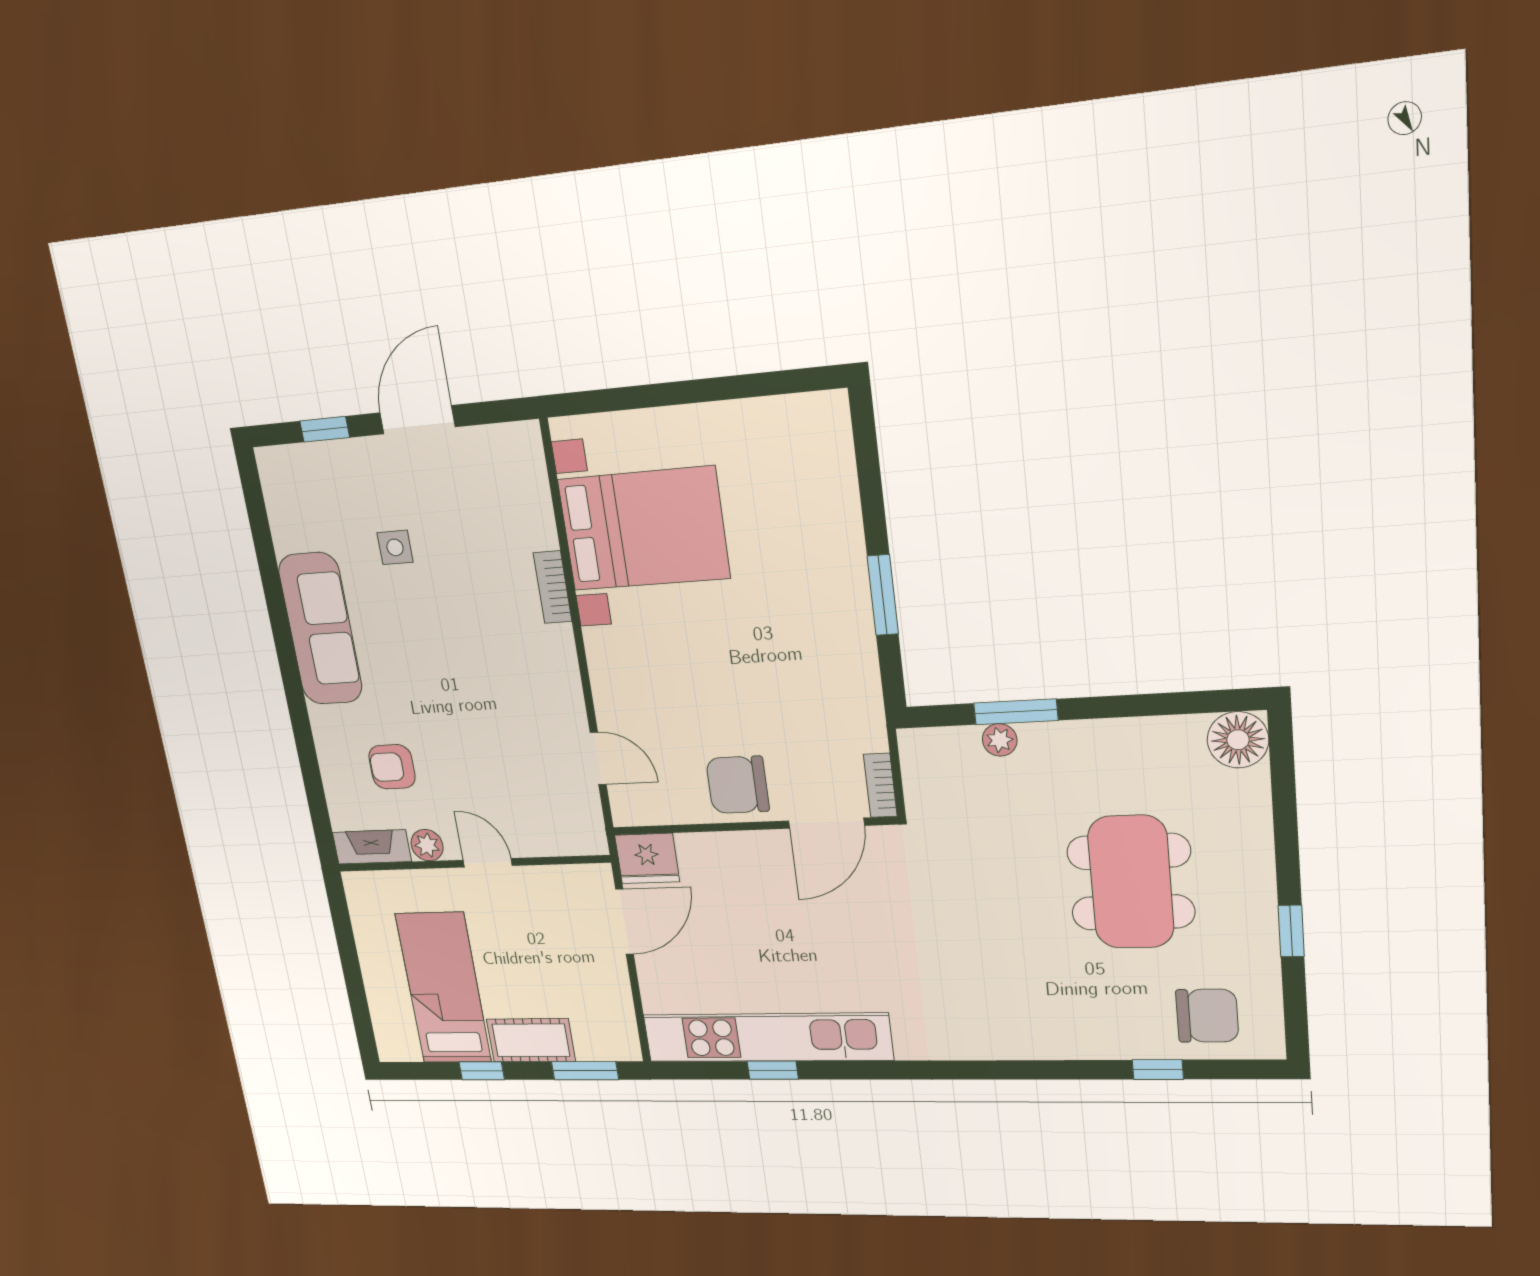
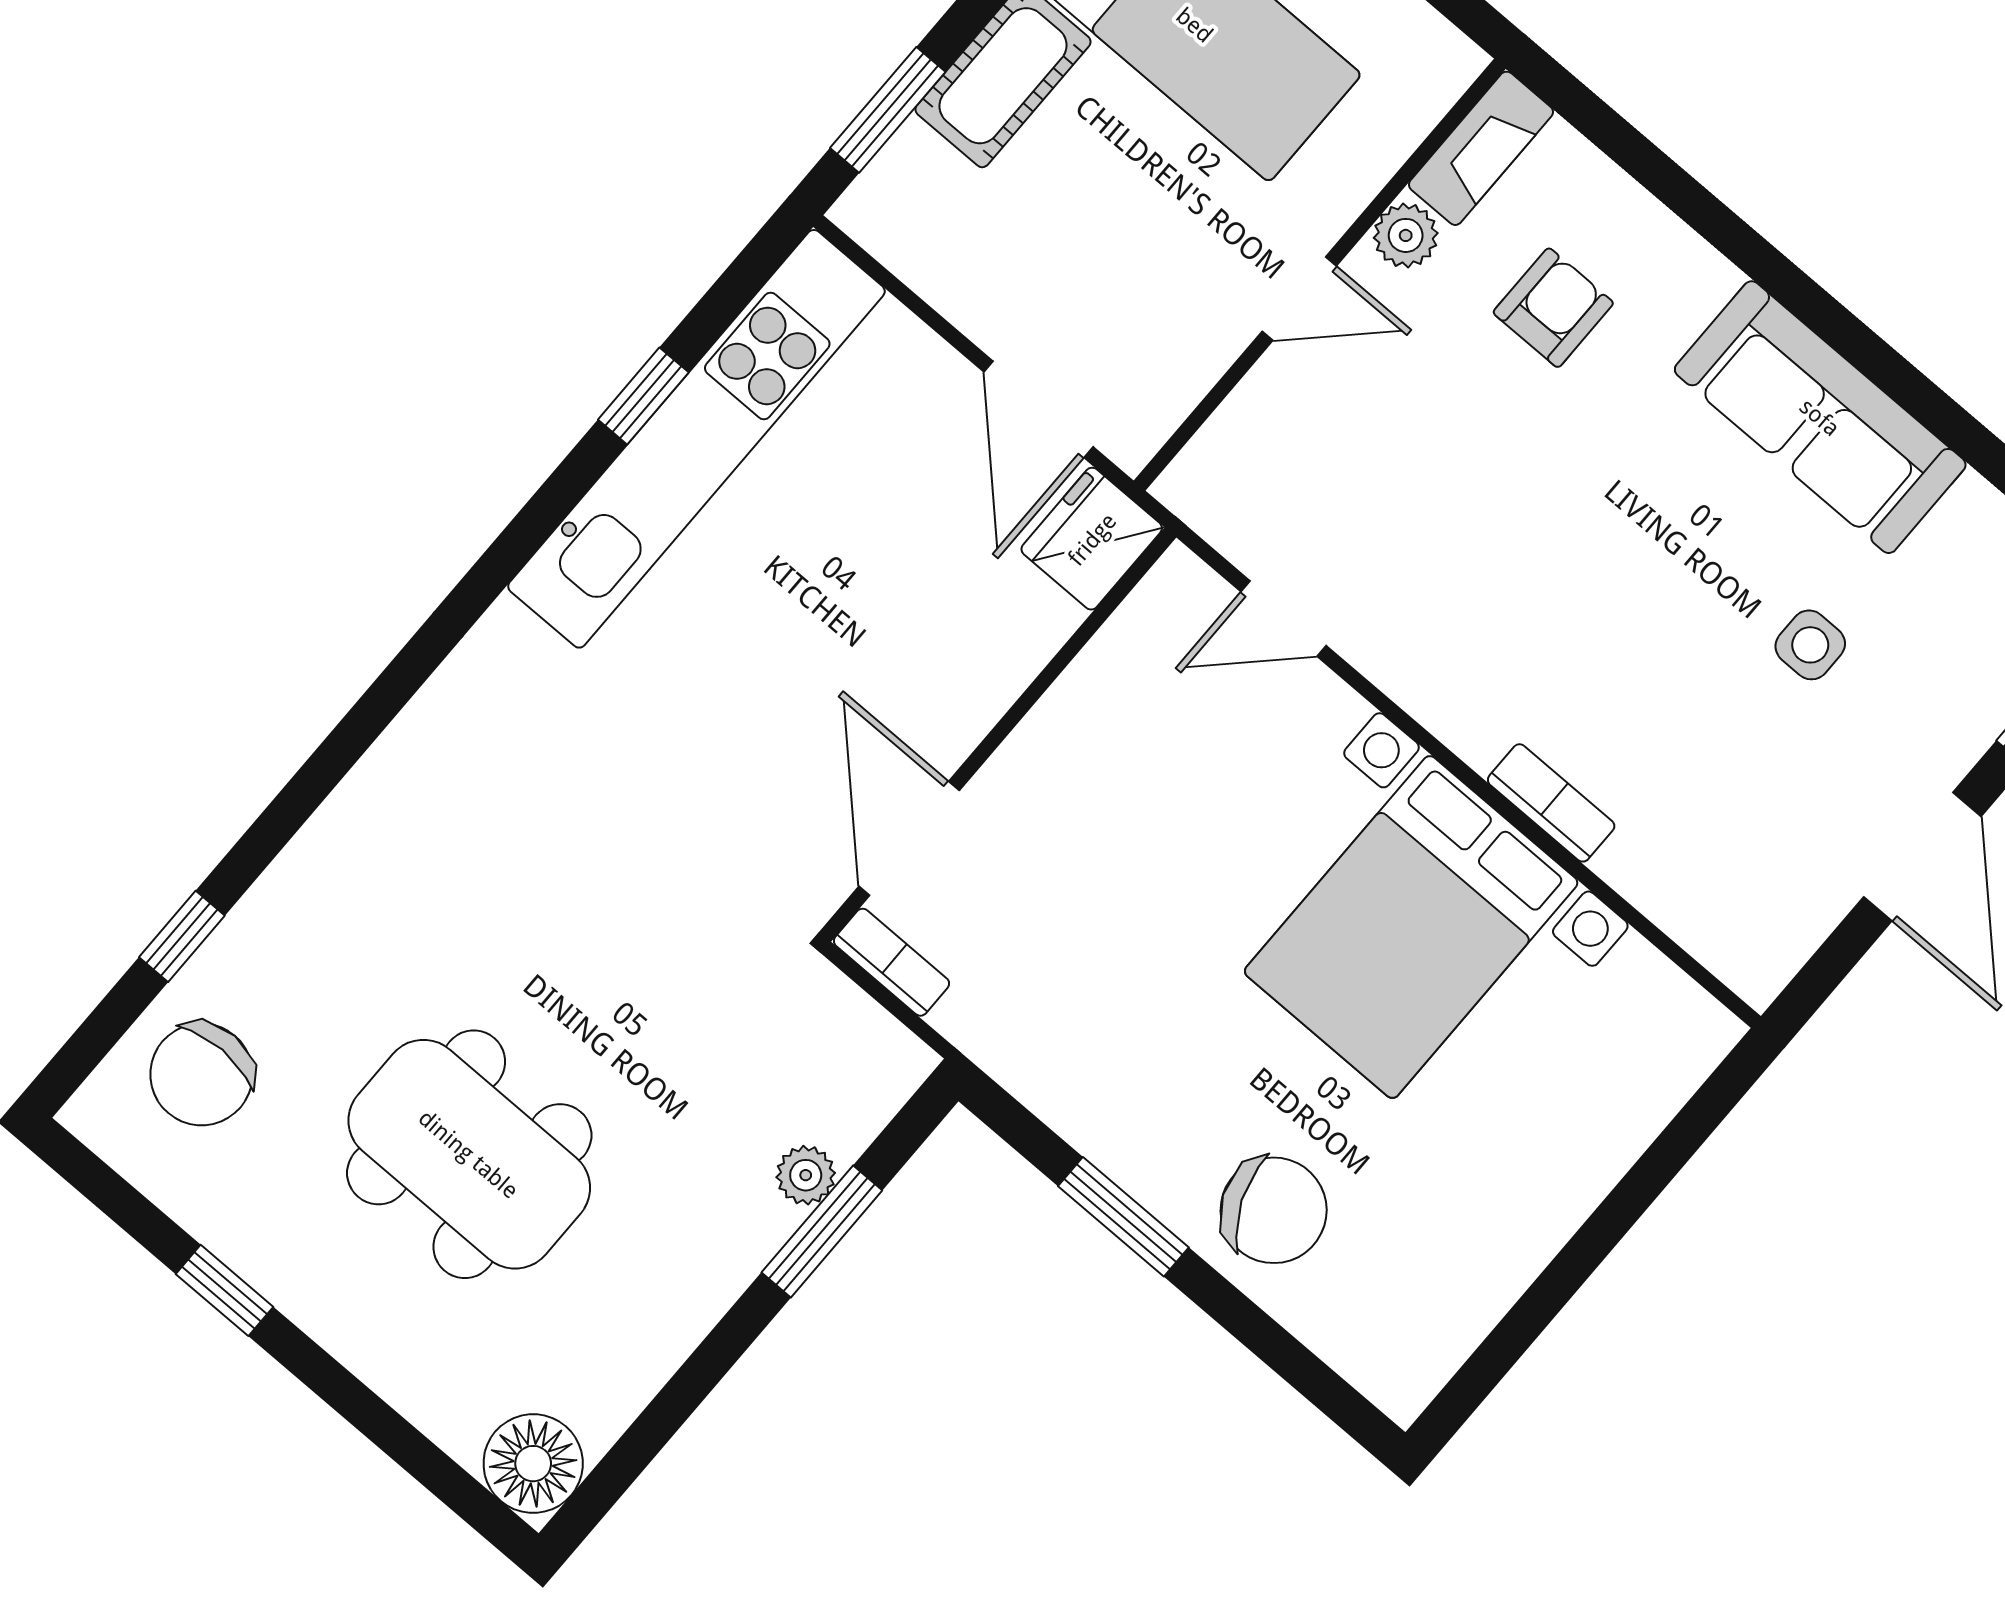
bed with nightstands: (644, 529) -> (1411, 927), moved
chair: (738, 785) -> (1274, 1210), moved, turned 67

